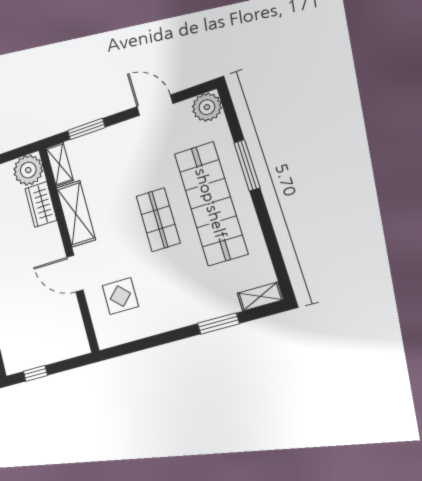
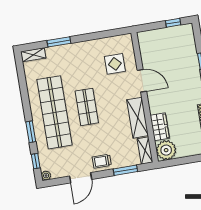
door: (155, 105) -> (81, 178), hinge flipped
plant: (207, 107) -> (46, 176), width x0.53, depth x0.53
window: (232, 119) -> (36, 161), added
trolley: (124, 137) -> (102, 161), added
window: (247, 165) -> (31, 132), width x0.69

